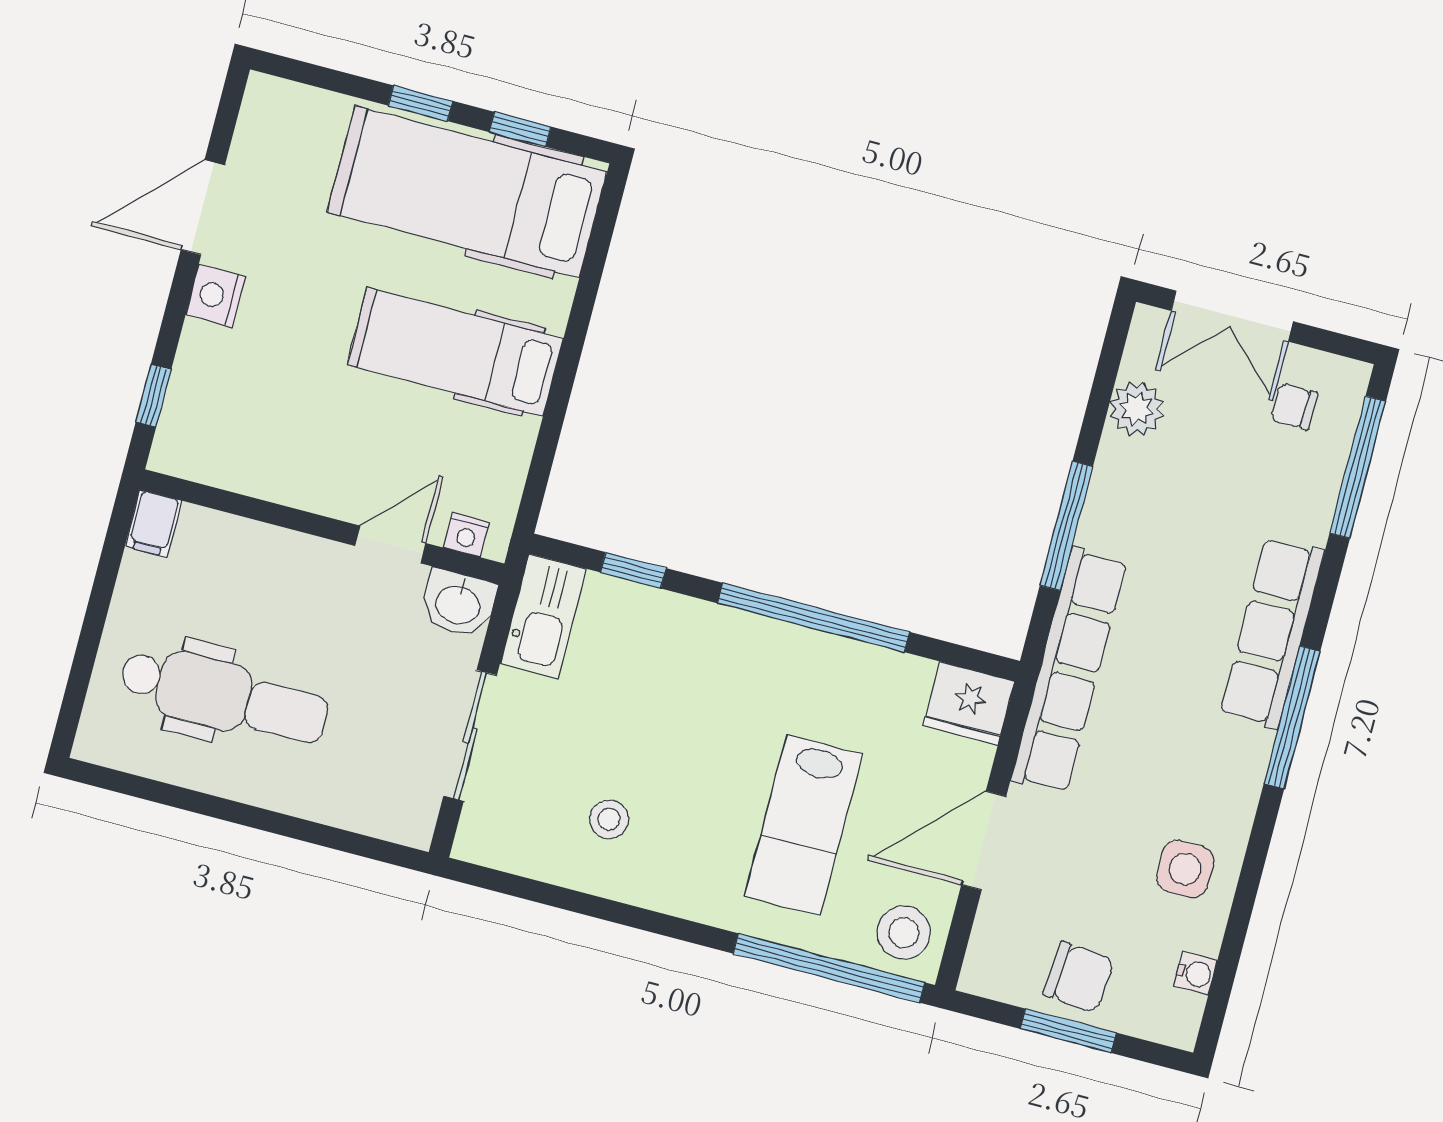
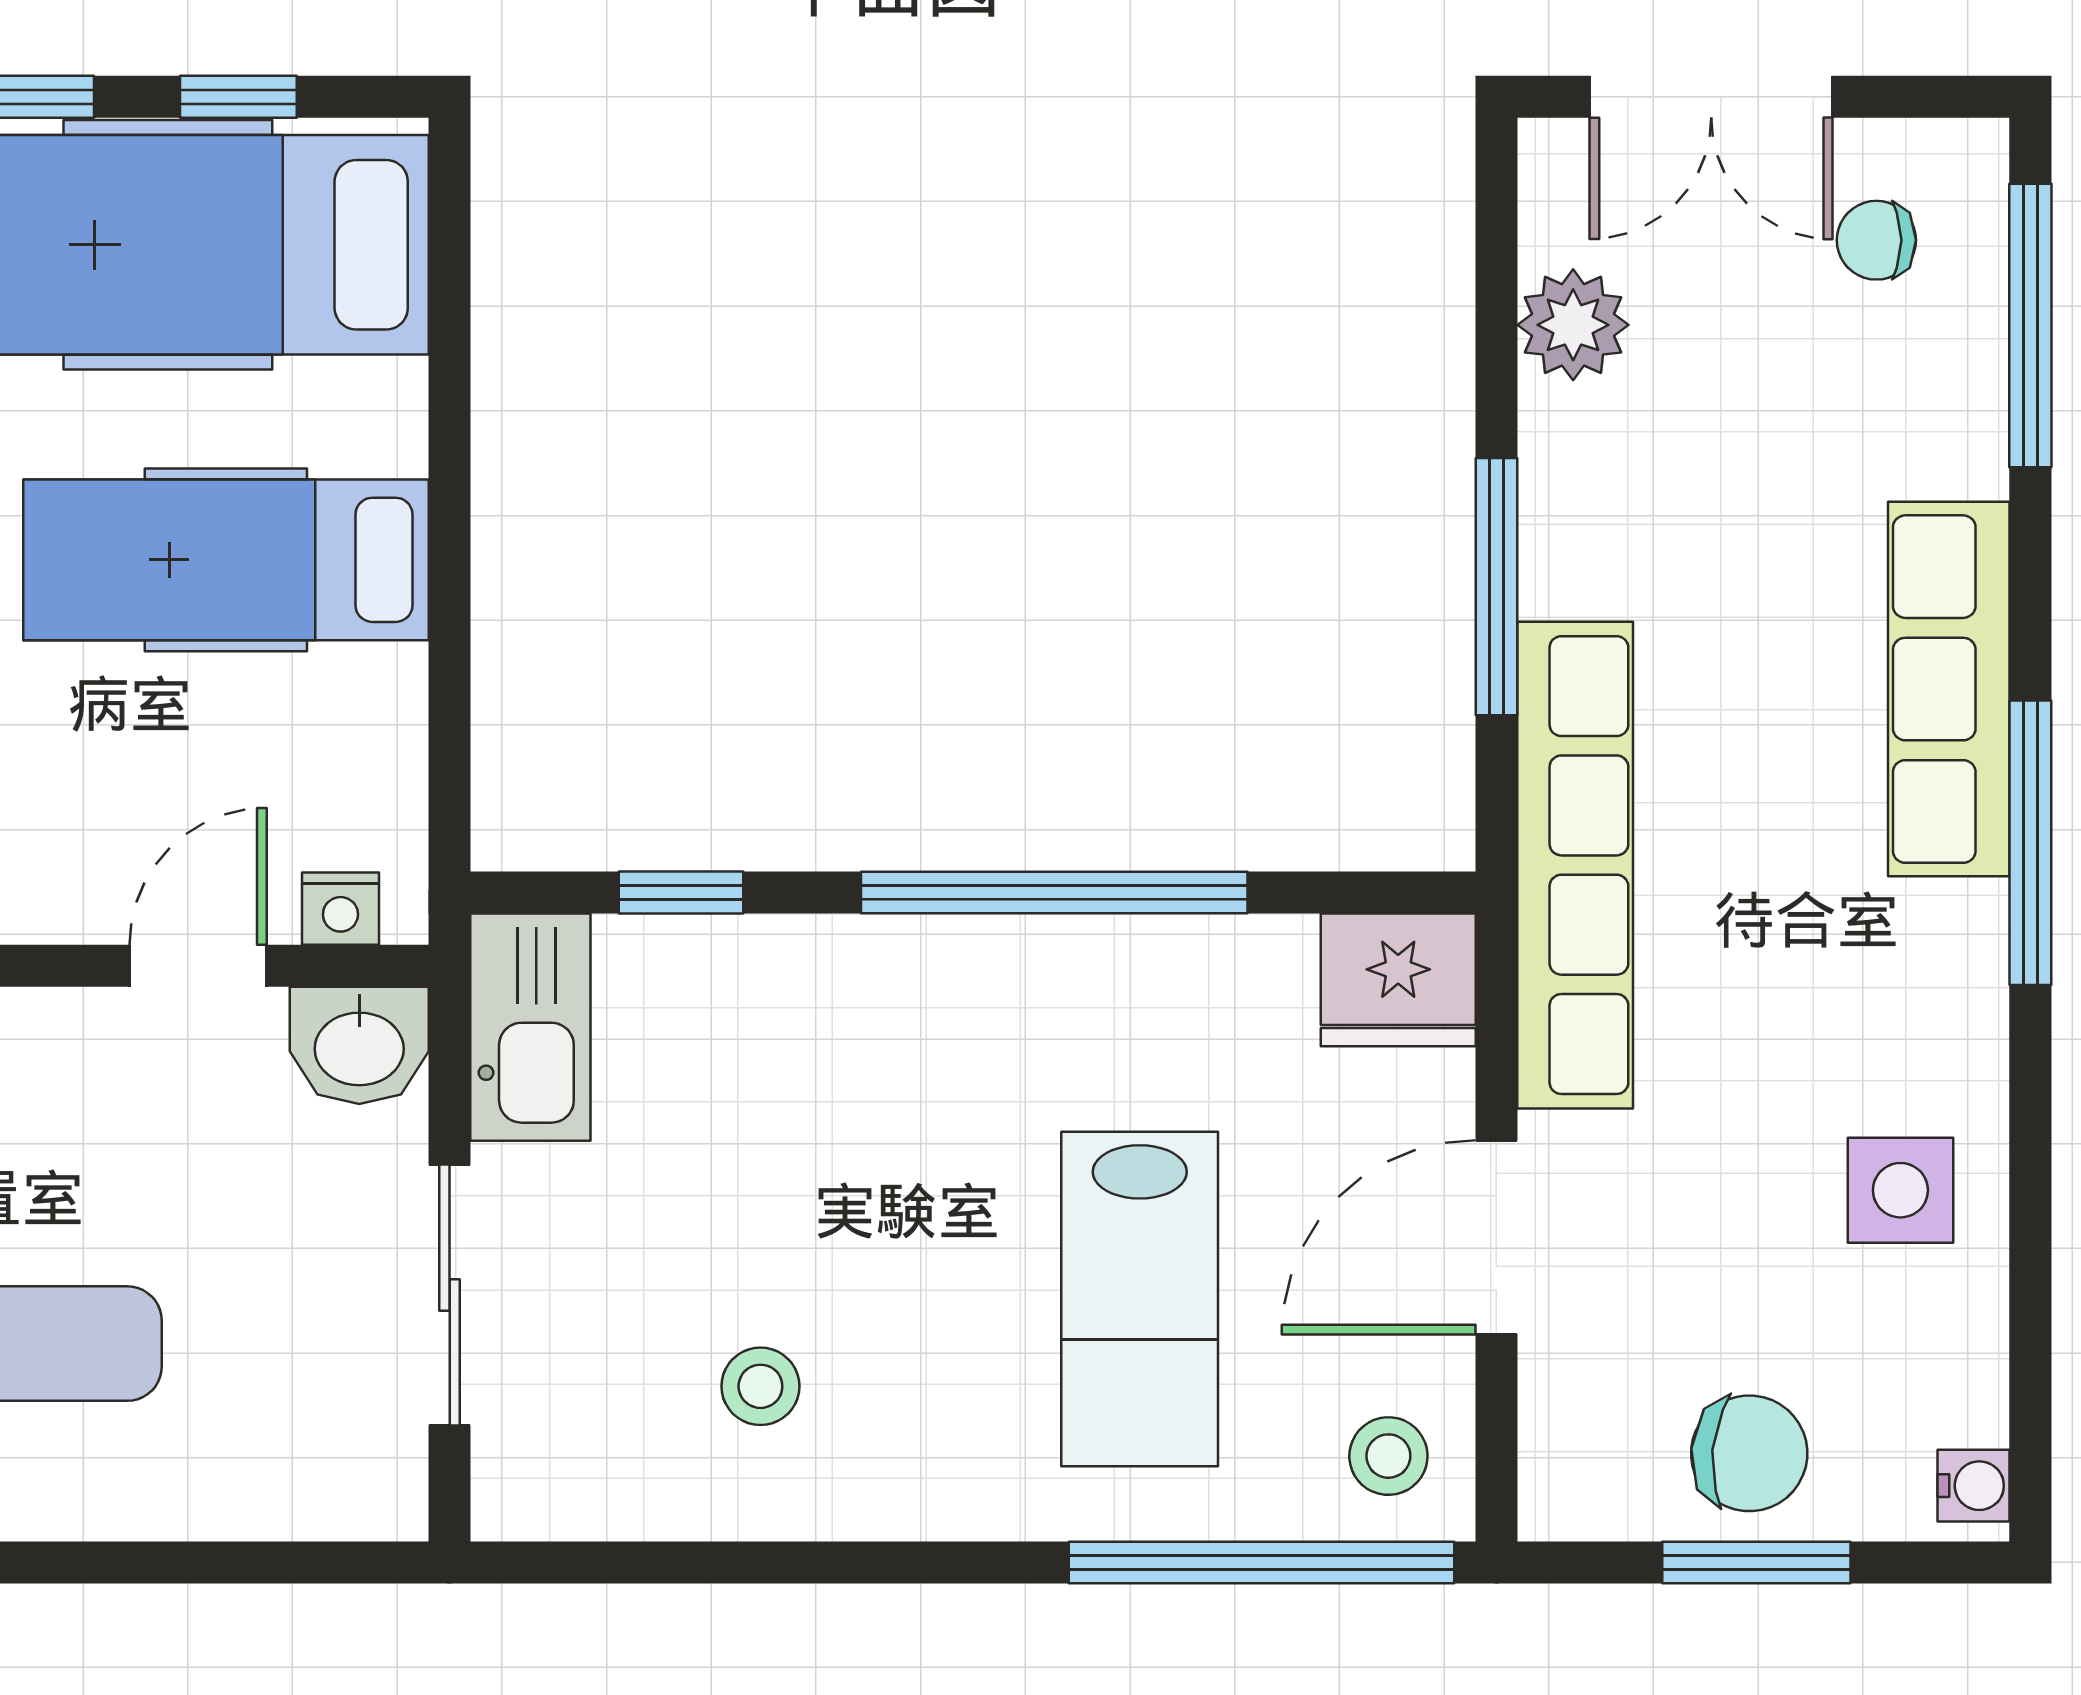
stool: (904, 933) -> (1388, 1456), width x0.73, depth x0.73
water cooler: (1195, 974) -> (1974, 1486), moved

